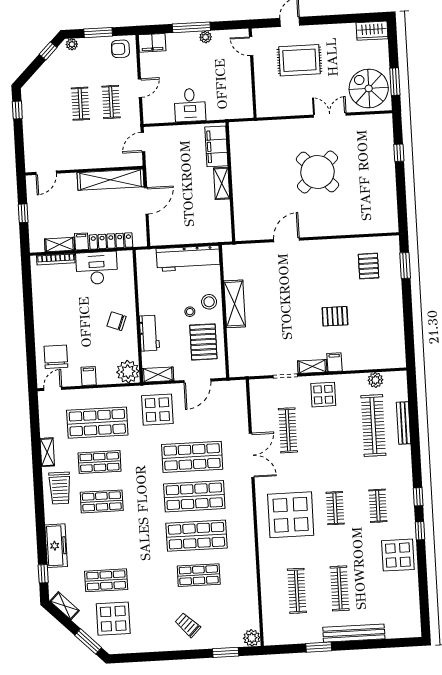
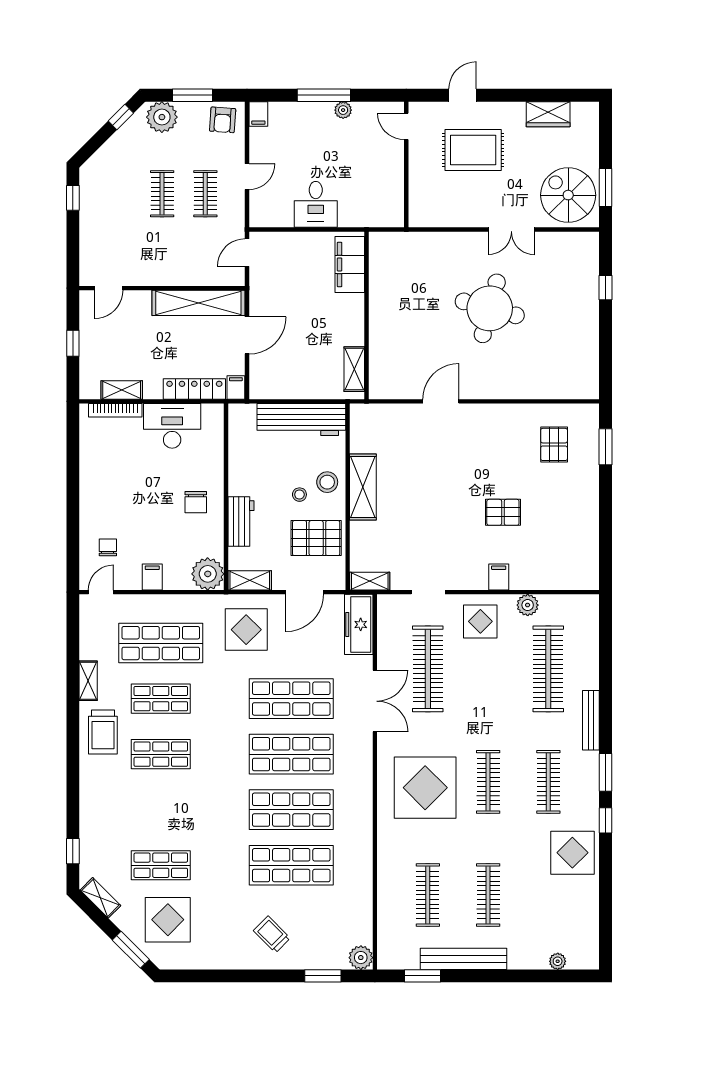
wardrobe: (372, 31) -> (548, 114), moved
filing cabinet: (152, 43) -> (258, 114), width x0.50
plant: (72, 44) -> (162, 117), width x1.87, depth x1.87
armchair: (120, 49) -> (223, 120), turned -86
double door: (330, 115) -> (511, 229), swing flipped
round table: (317, 172) -> (490, 308), turned -31
shelving: (222, 183) -> (354, 369), moved
filing cabinet: (81, 241) -> (236, 387), moved
chair: (117, 321) -> (196, 502), turned -111
pallet: (203, 342) -> (316, 538), turned 90
chair: (56, 357) -> (108, 547), width x0.54, depth x0.54
shelving: (312, 366) -> (370, 581), moved
plant: (375, 380) -> (528, 605), moved
bench: (404, 423) -> (591, 720), moved
clothes rail: (288, 430) -> (428, 669), width x1.37, depth x1.31
window: (418, 497) -> (605, 772), width x1.50
clothes rail: (378, 506) -> (548, 782), width x1.36
clothes rail: (335, 508) -> (488, 782), width x1.36
freezer: (56, 546) -> (359, 624), moved, turned 180
shop shelf: (199, 575) -> (291, 865), width x1.43, depth x1.36
bench: (354, 633) -> (463, 959), moved
plant: (392, 633) -> (558, 961), added
window: (319, 647) -> (422, 976), moved

